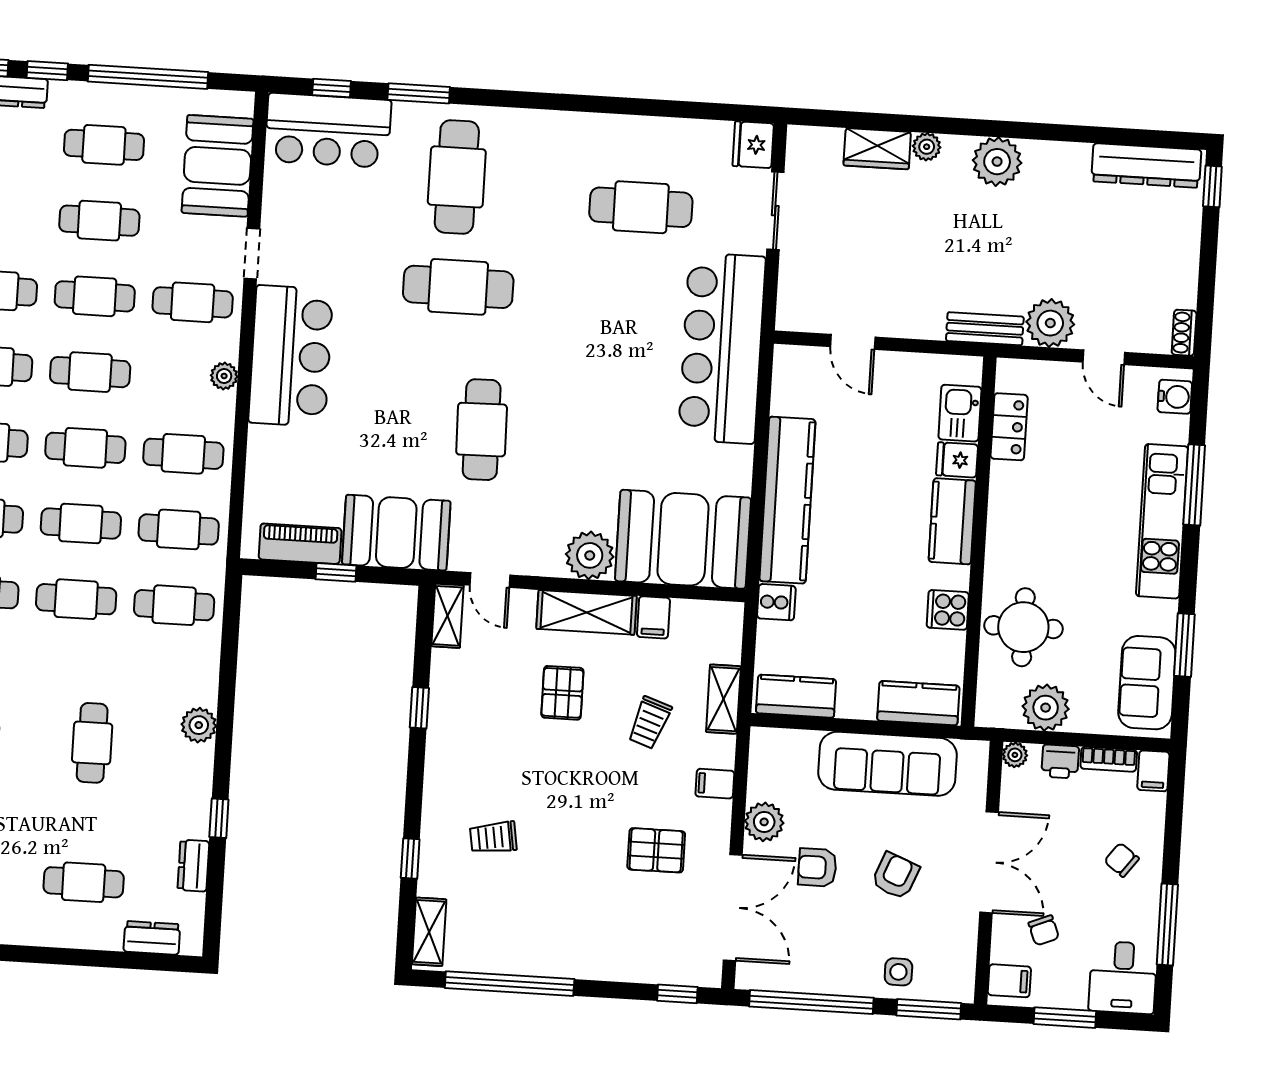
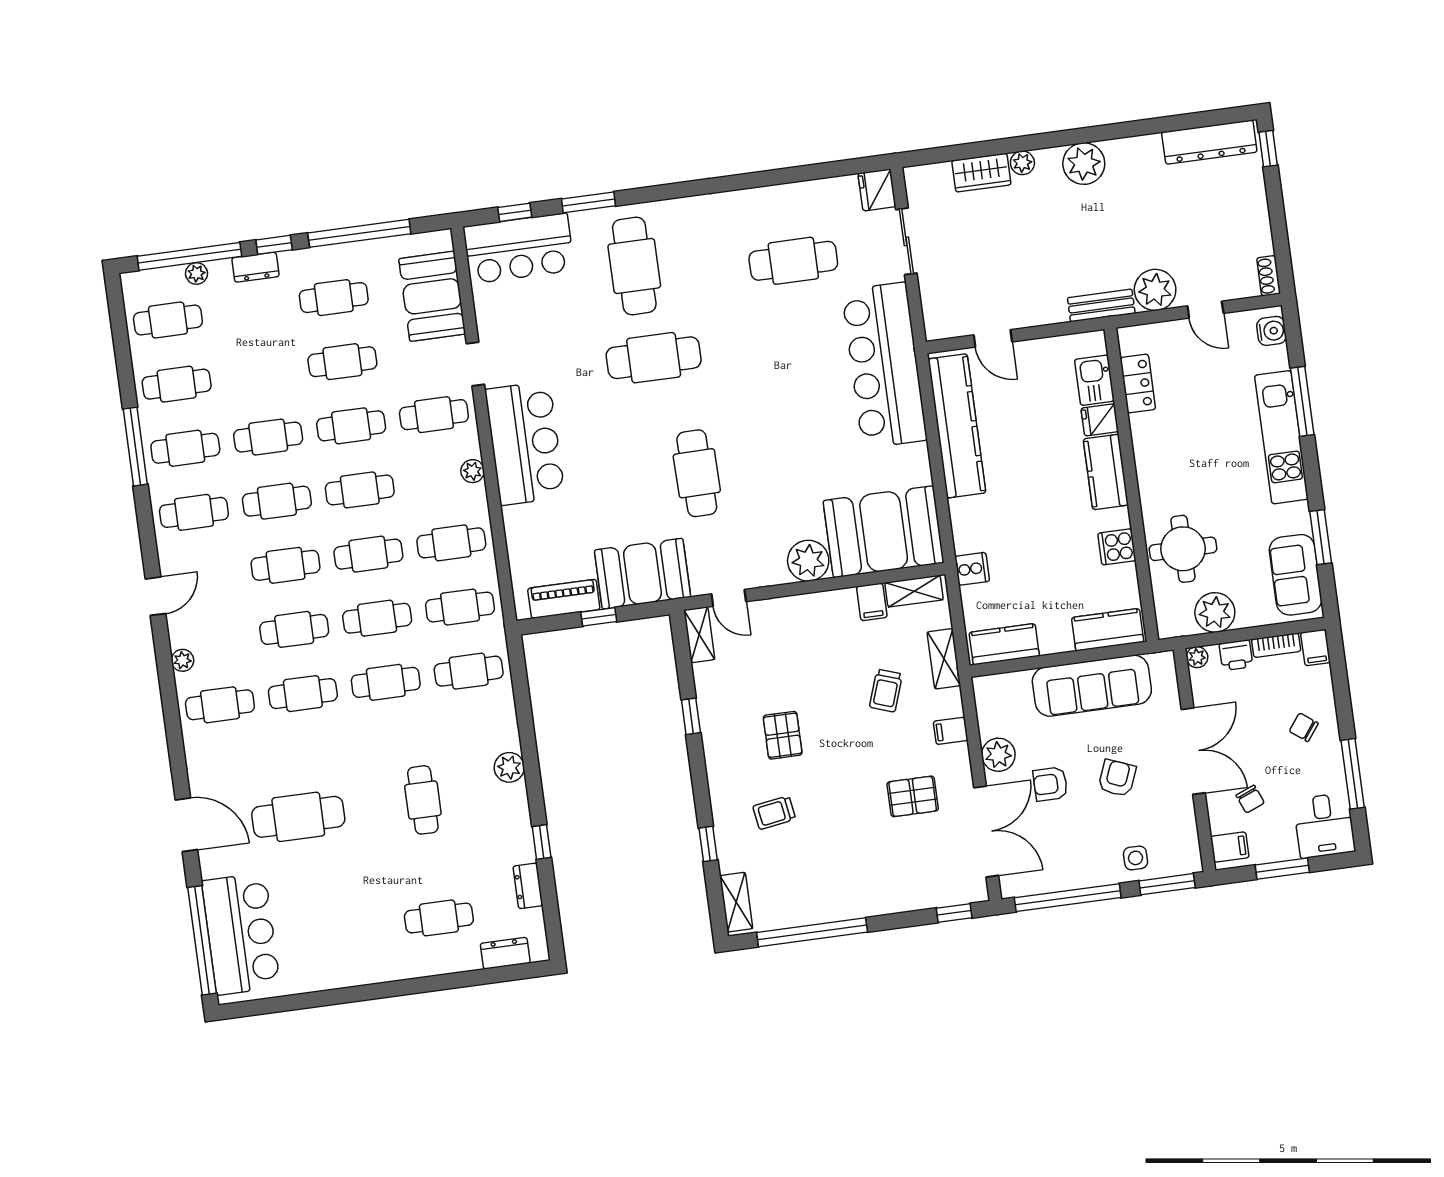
kitchen counter: (787, 500) -> (957, 426), moved
shelving: (586, 612) -> (914, 591), moved, width x0.67, depth x0.75
pallet: (562, 693) -> (783, 735), moved

